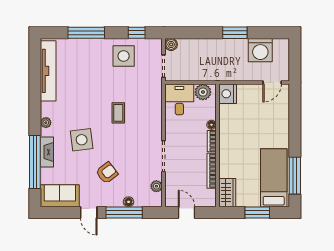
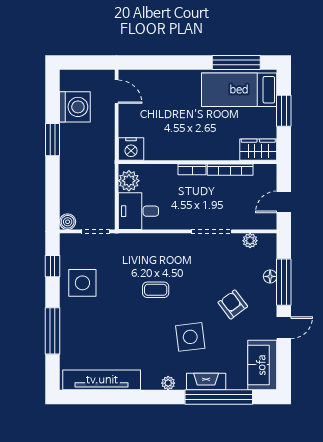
floor lamp: (211, 125) -> (171, 170), removed

